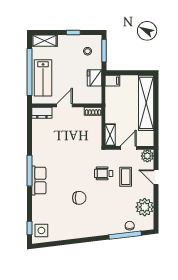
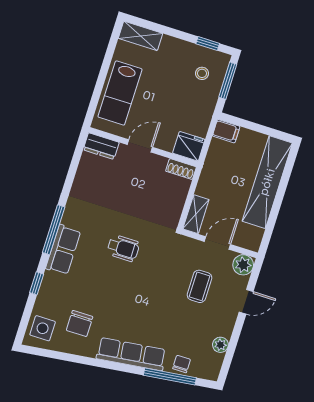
window: (73, 33) -> (208, 44), moved
window: (30, 72) -> (102, 77), removed
fridge: (95, 78) -> (189, 146), moved, turned 90
wheelchair: (104, 173) -> (123, 248), moved, turned 180
door: (156, 177) -> (246, 302), swing flipped
chair: (79, 198) -> (80, 323), moved, turned 90
plant: (145, 207) -> (220, 345), width x0.53, depth x0.53
window: (30, 228) -> (37, 283), moved
row of seats: (98, 229) -> (131, 354), added

